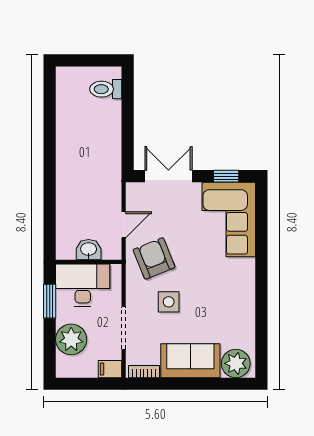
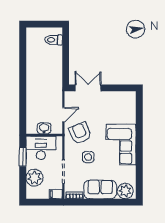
window: (226, 176) -> (120, 88), removed
corner sofa: (229, 219) -> (121, 145), moved

